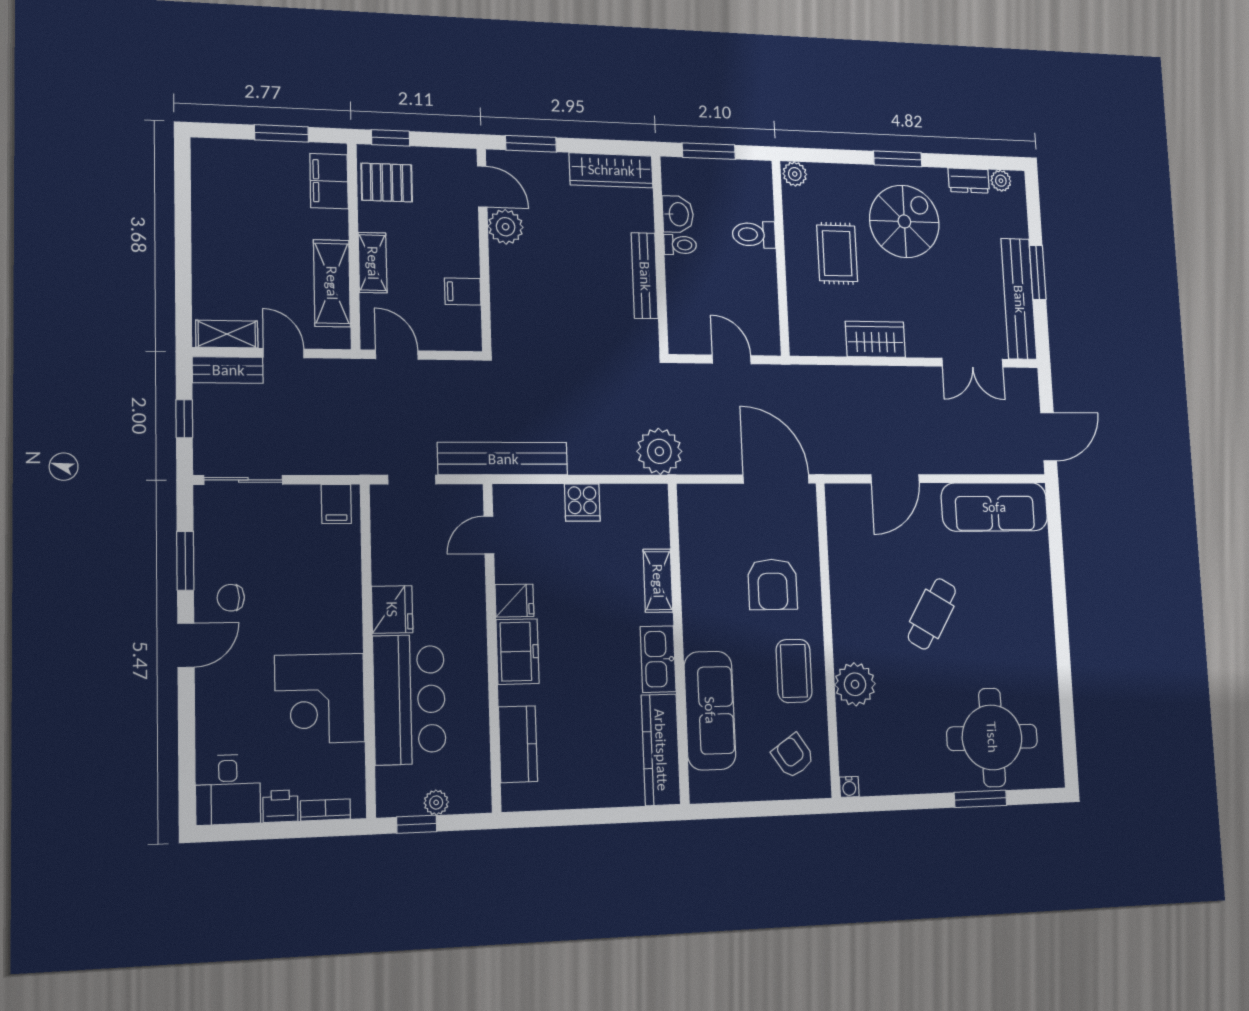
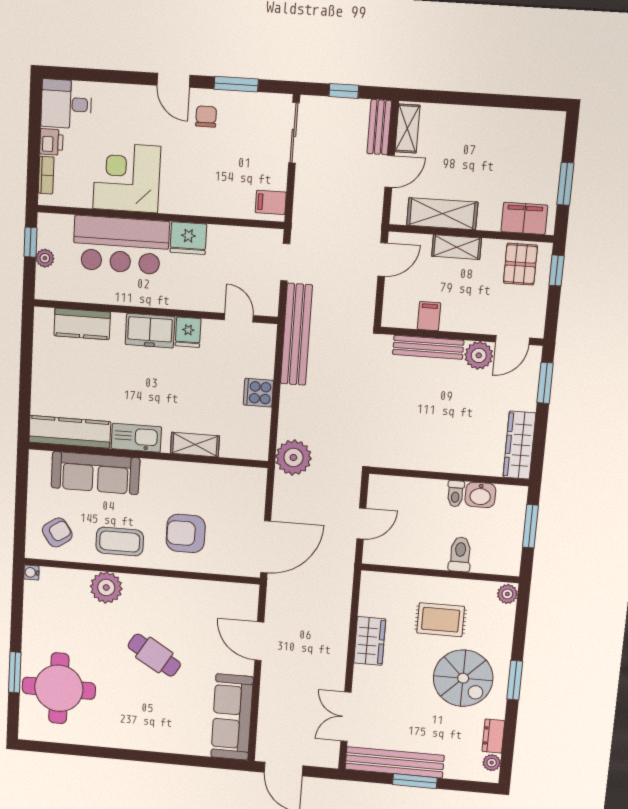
bench: (645, 276) -> (428, 347), moved

